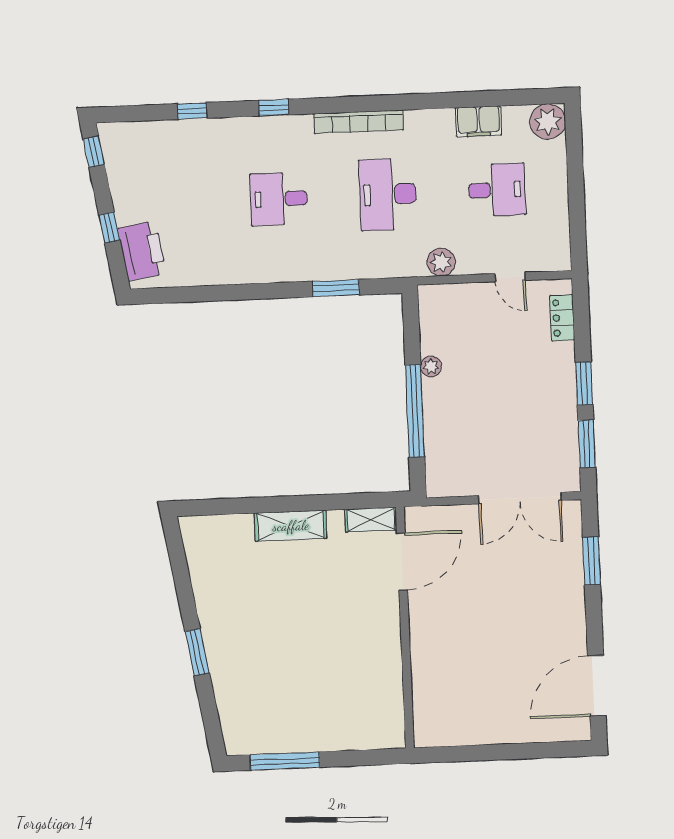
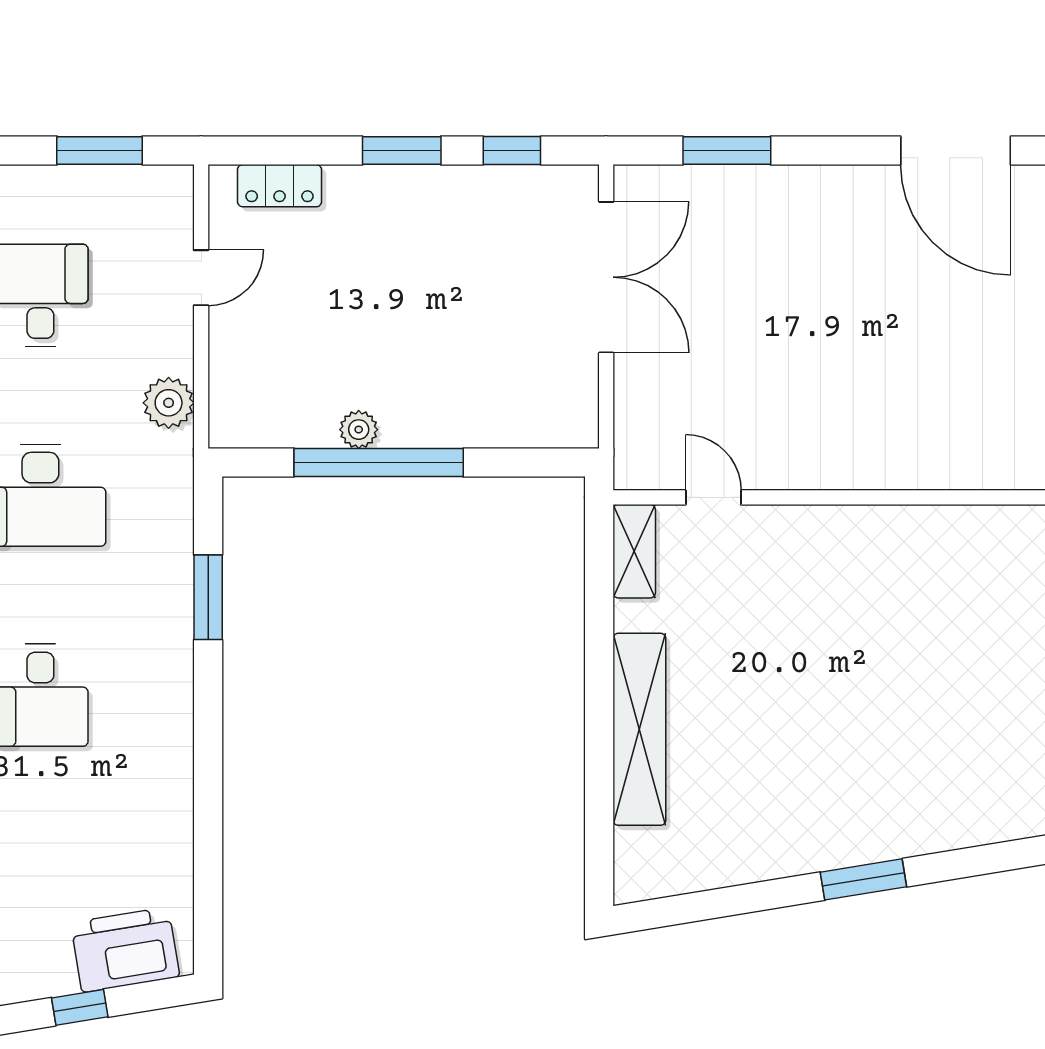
window: (577, 219) -> (100, 151), added
window: (415, 411) -> (379, 463), moved
window: (587, 444) -> (512, 151), width x0.67
shelving: (291, 526) -> (639, 729), width x1.47
door: (402, 562) -> (713, 497), width x0.53

